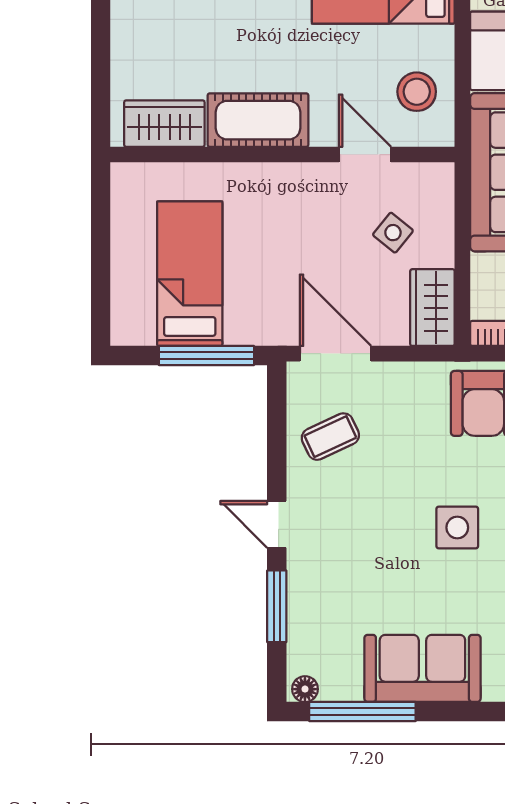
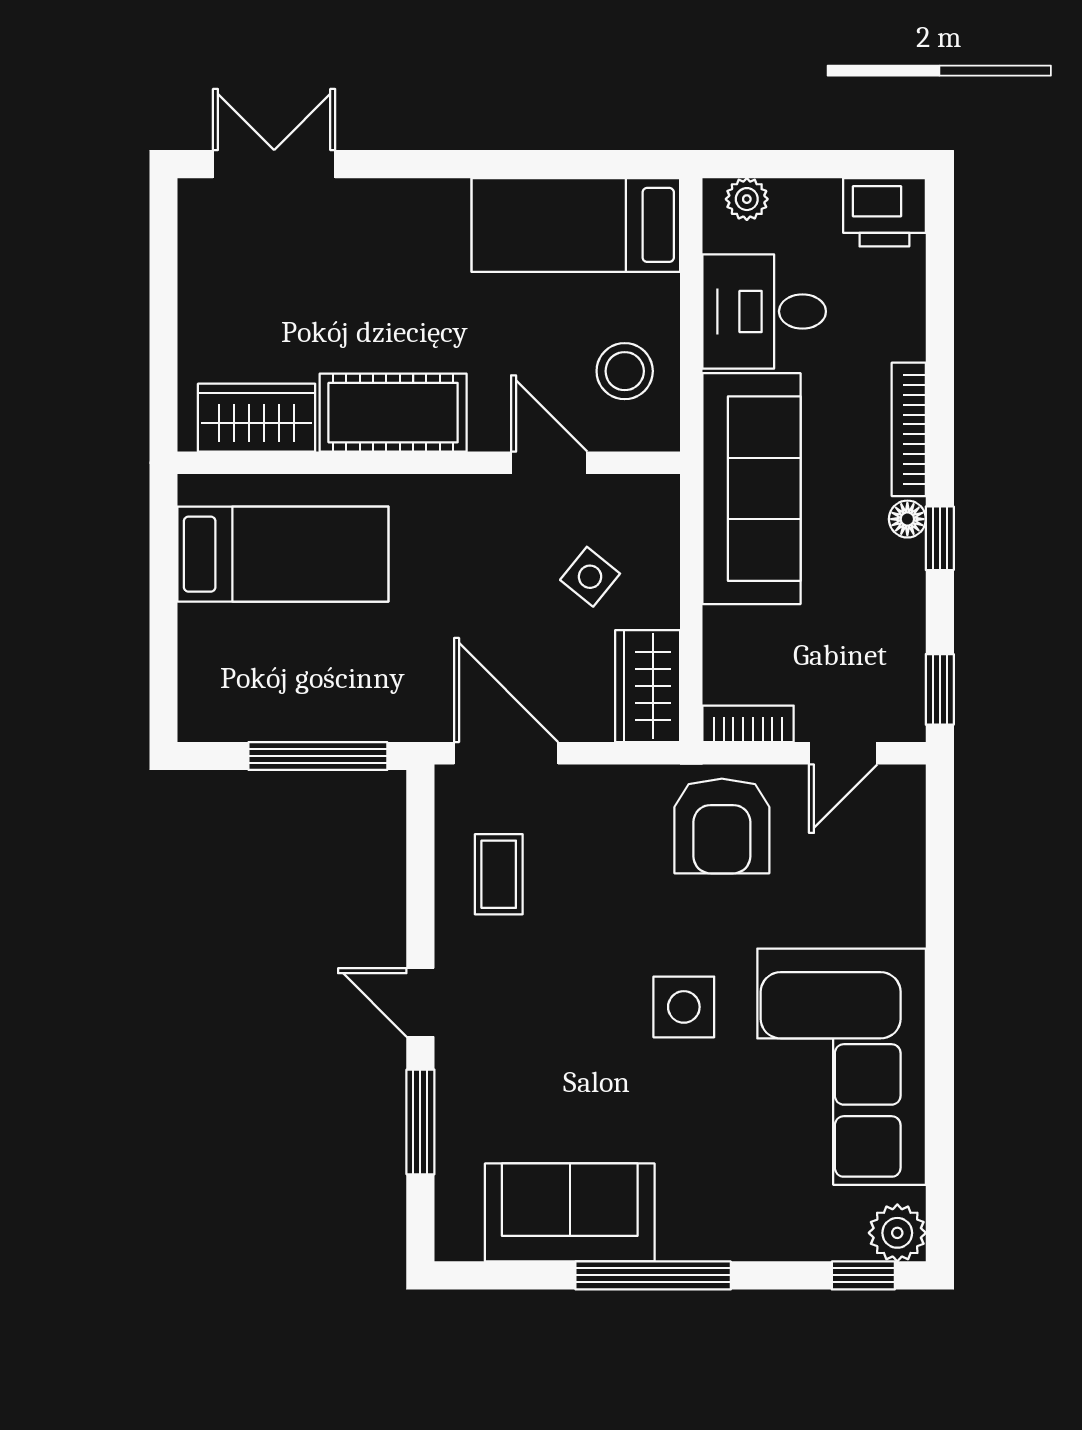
bed: (190, 274) -> (283, 554), moved, turned 90
coffee table: (330, 437) -> (499, 874), turned -65
sofa: (422, 668) -> (570, 1212), moved
floor lamp: (305, 689) -> (462, 1243), removed
window: (362, 712) -> (653, 1275), moved

